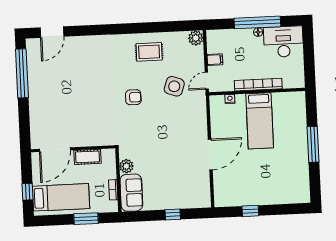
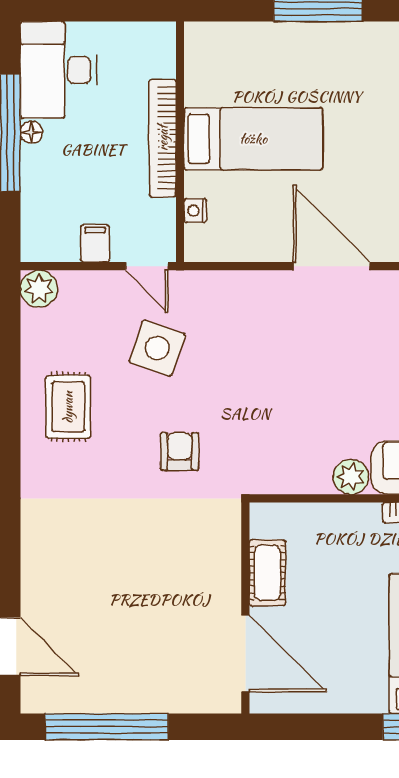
wall: (73, 149) -> (245, 608), moved
door: (55, 150) -> (245, 654), moved
cot: (88, 157) -> (267, 573), moved

